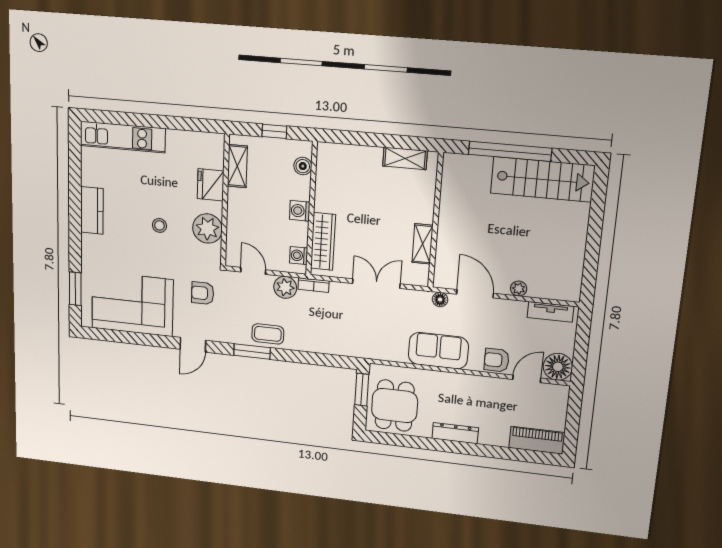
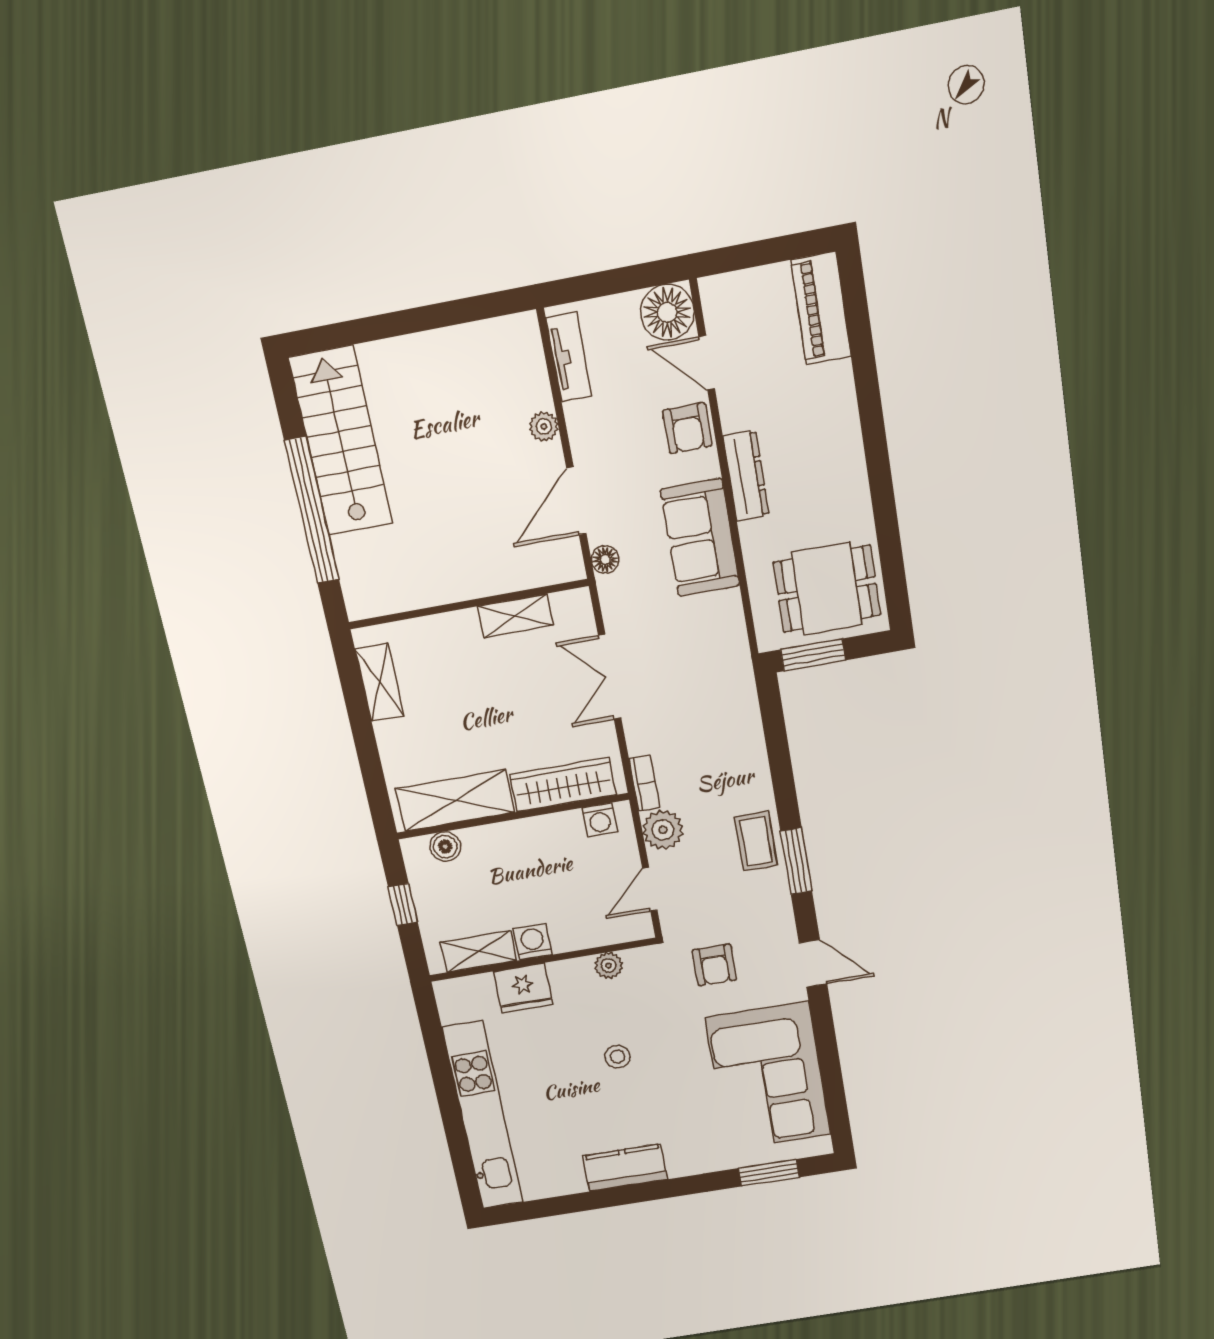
kitchen unit: (123, 137) -> (483, 1116), width x1.36
shelving: (328, 180) -> (455, 800), added
washing machine: (300, 211) -> (533, 942), moved, turned 180
plant: (207, 229) -> (609, 965), width x0.53, depth x0.53
dresser: (455, 433) -> (746, 476), moved, turned 180

